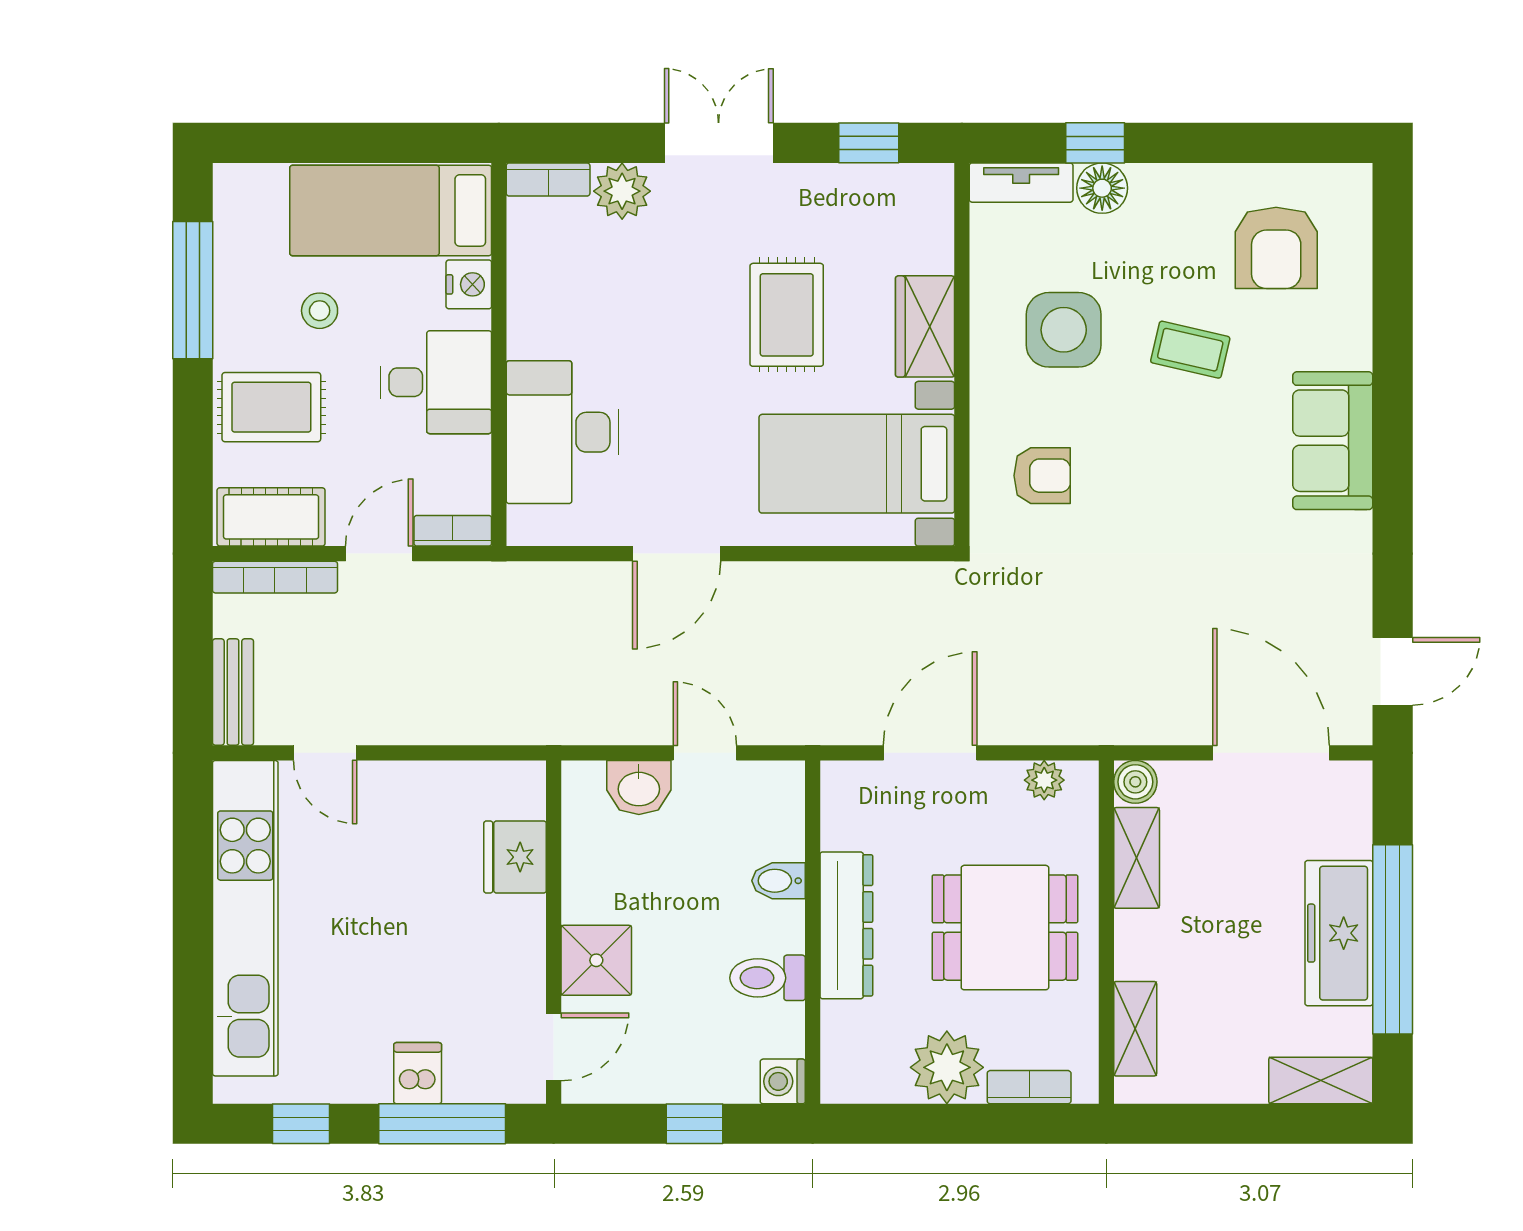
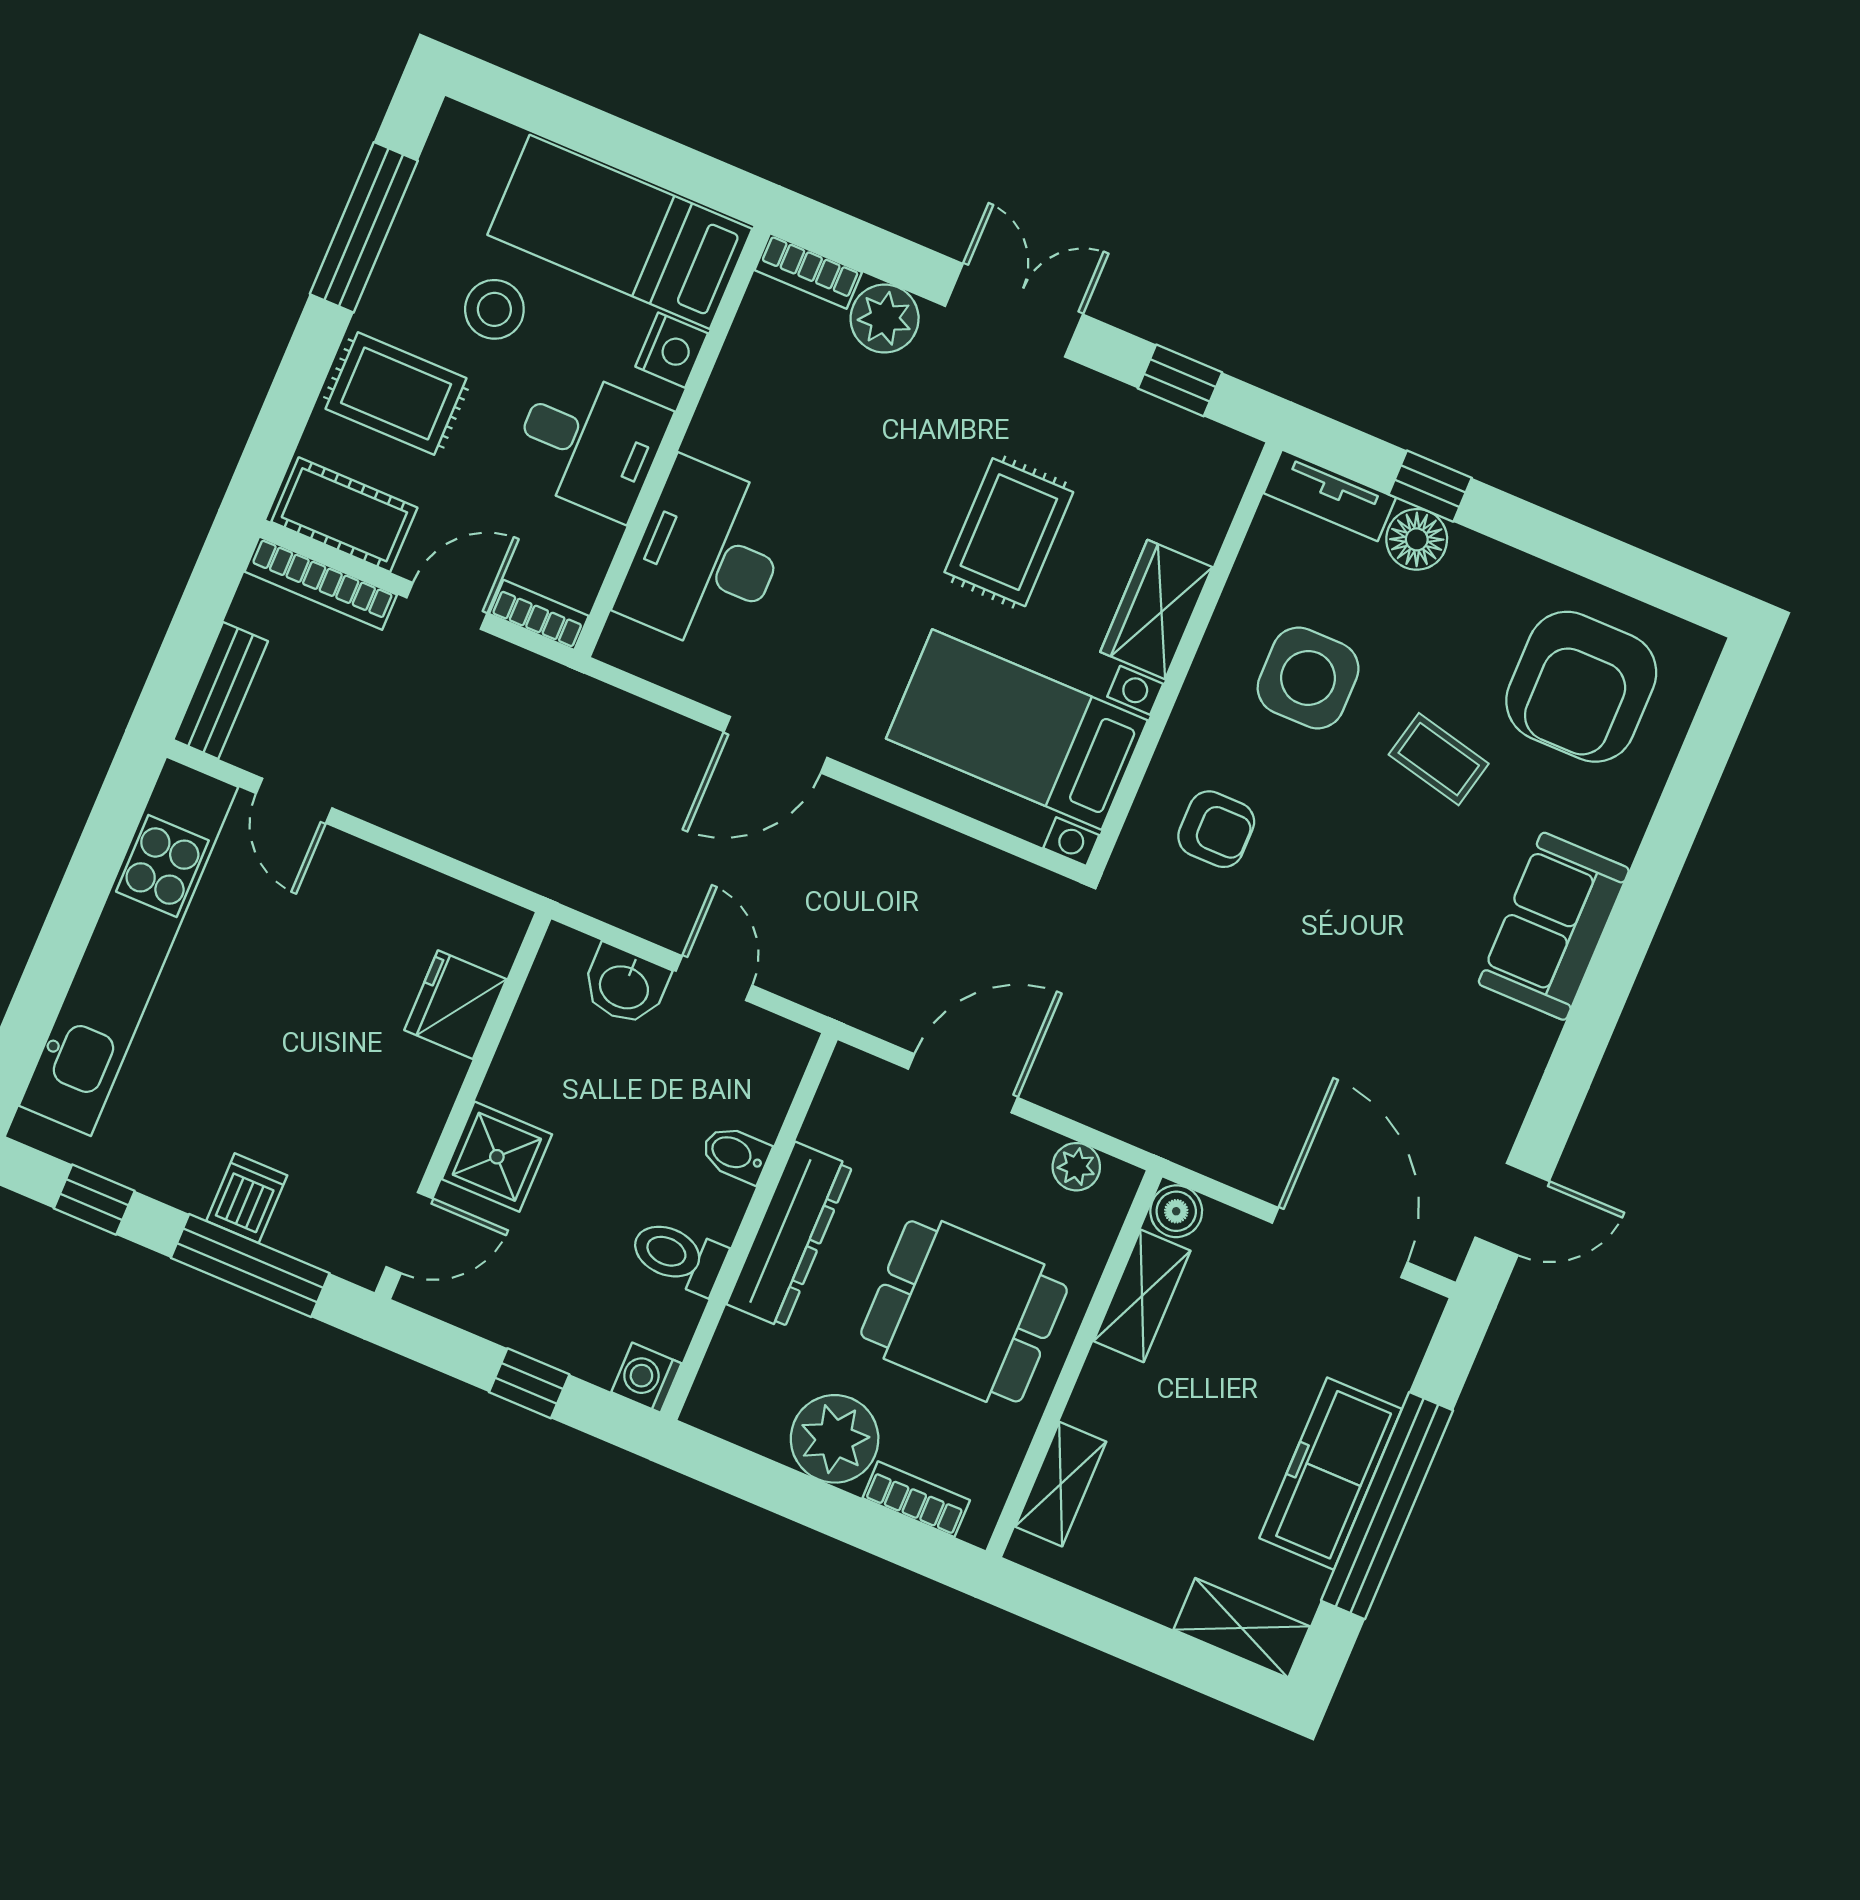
armchair: (1276, 248) -> (1581, 687), width x1.36, depth x1.36
stool: (320, 311) -> (494, 309), width x1.37, depth x1.37

